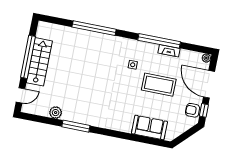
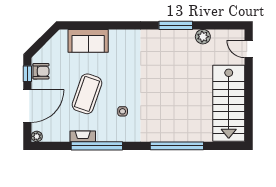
window: (28, 57) -> (249, 96), removed
stairs: (39, 62) -> (229, 103), width x1.36, depth x1.51
door: (209, 84) -> (27, 106), hinge flipped
coffee table: (159, 85) -> (87, 94), turned -71
door: (20, 95) -> (249, 49), hinge flipped

